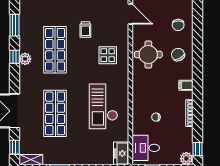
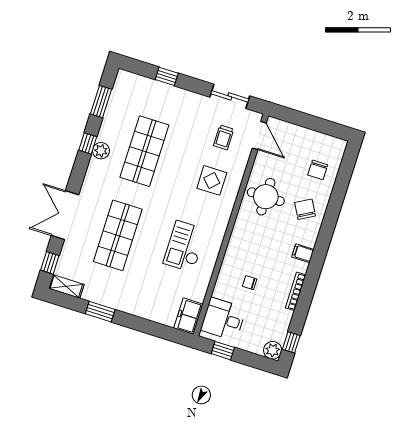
trolley: (85, 30) -> (224, 137), moved
checkout: (103, 106) -> (185, 246), width x0.73, depth x0.83

